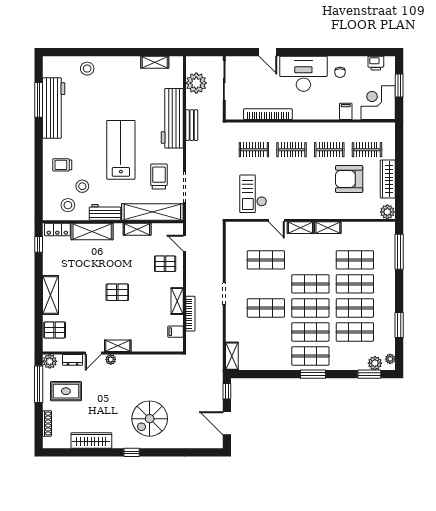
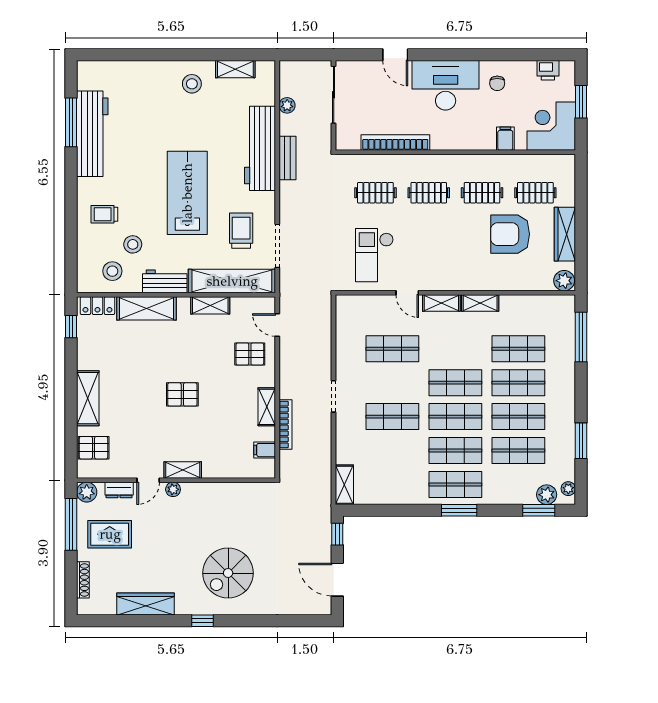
stool: (87, 69) -> (192, 84), moved
plant: (196, 83) -> (287, 105), width x0.53, depth x0.53

